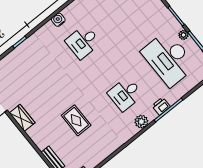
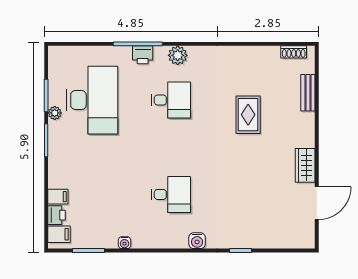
water cooler: (58, 20) -> (197, 241), moved

